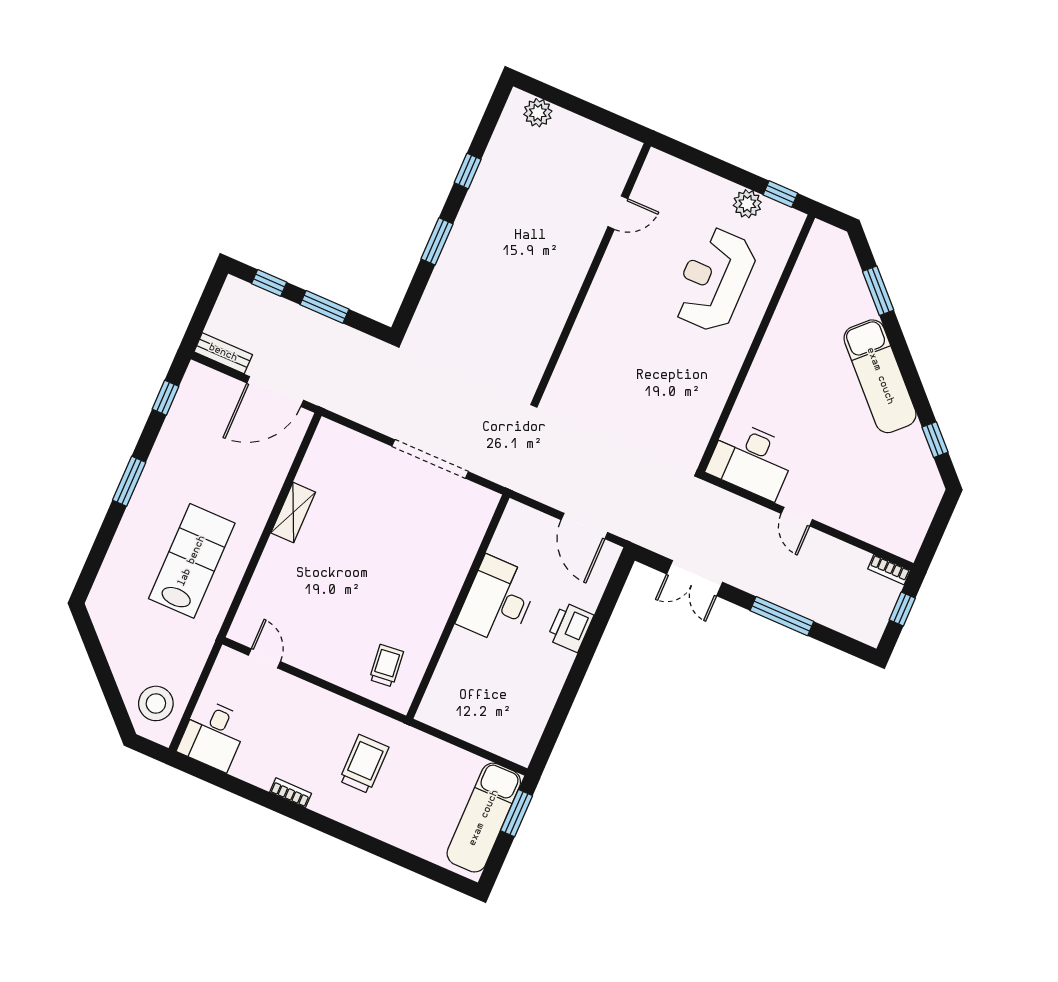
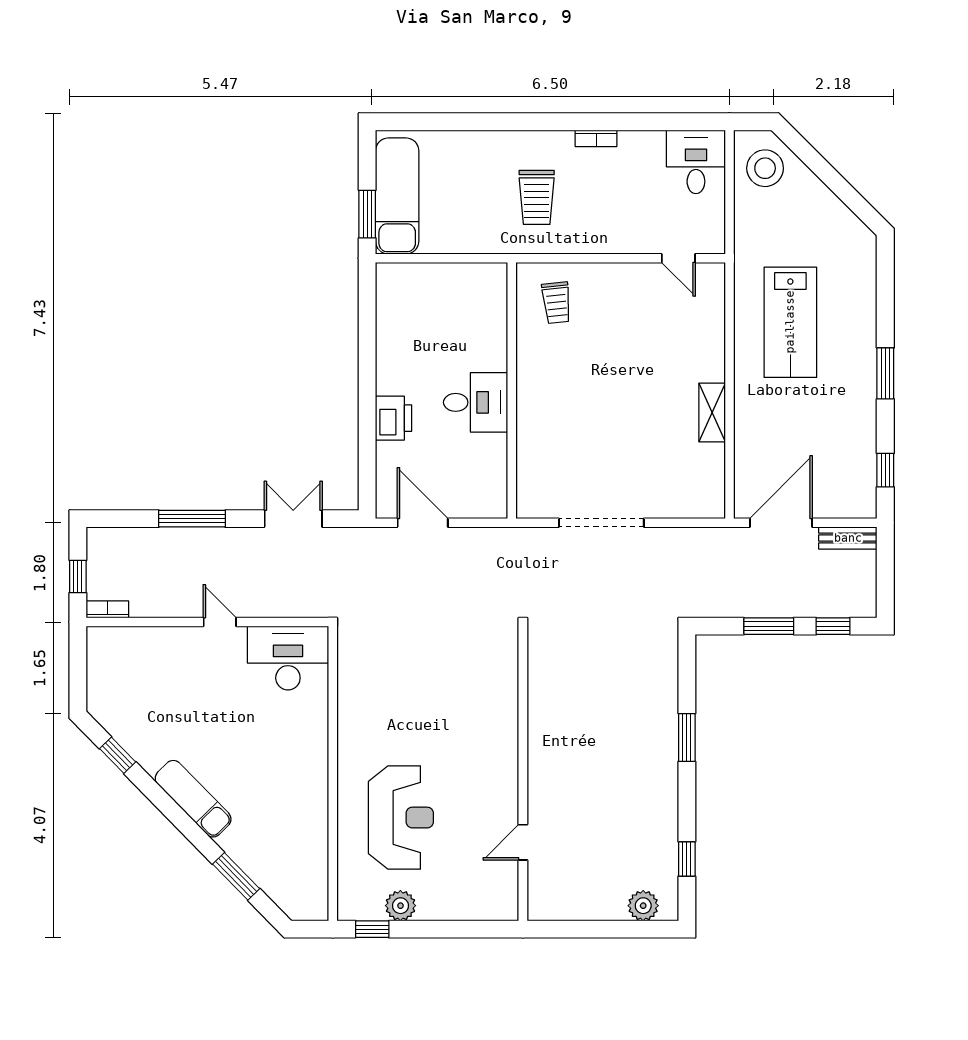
window: (468, 171) -> (687, 859), moved
exam couch: (880, 376) -> (193, 799), width x0.73, depth x0.69
desk: (498, 600) -> (476, 402), width x0.73

